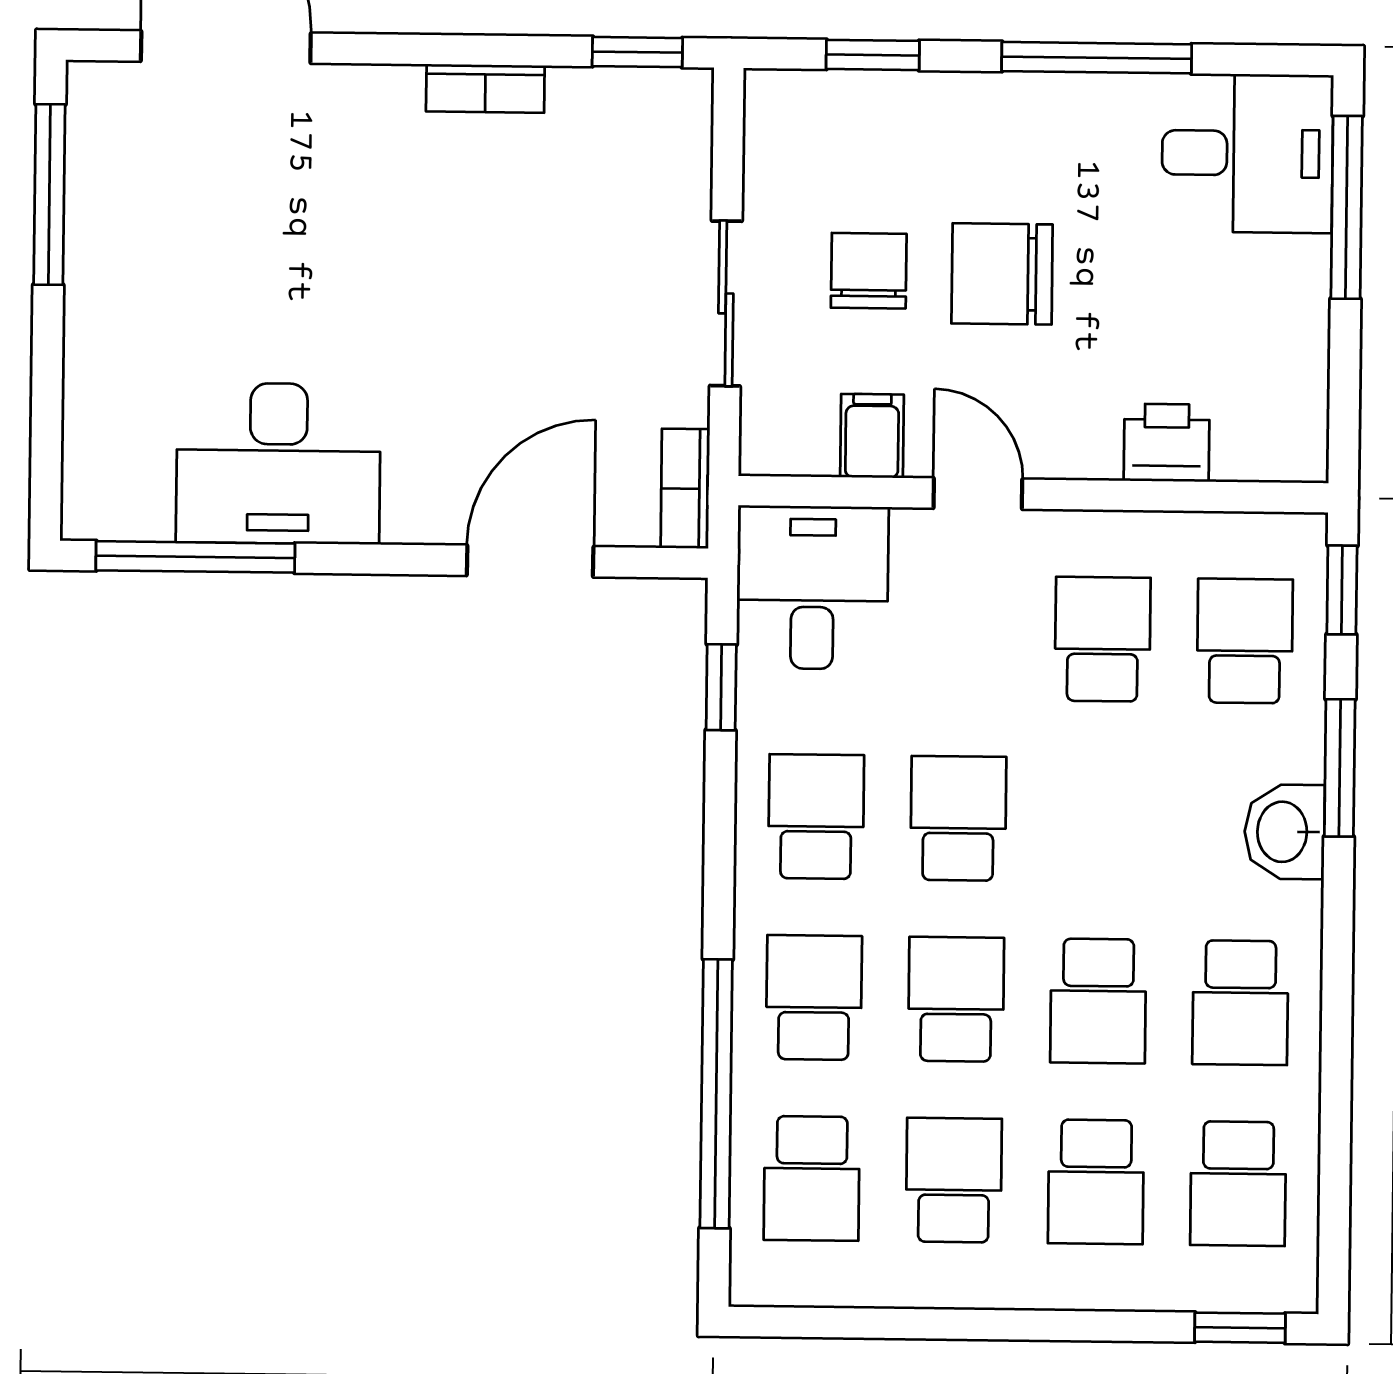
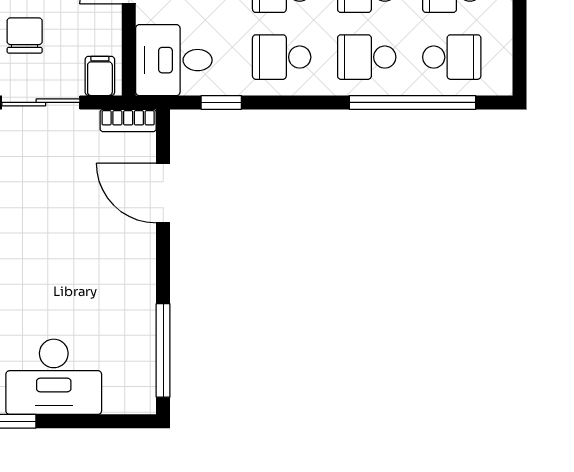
chair: (869, 271) -> (25, 35), turned 90
filing cabinet: (872, 436) -> (100, 76), moved, turned 90
desk: (278, 463) -> (54, 377), moved, turned 90

